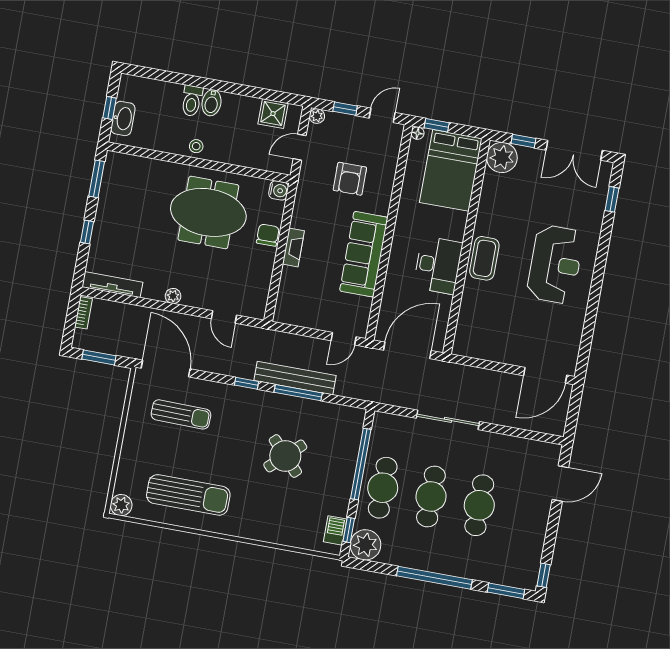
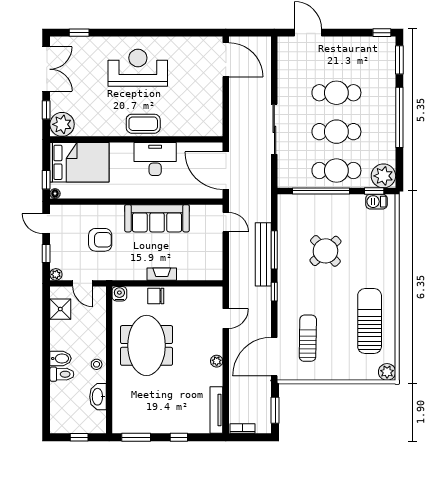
washbasin: (123, 118) -> (98, 397), moved, turned -90

